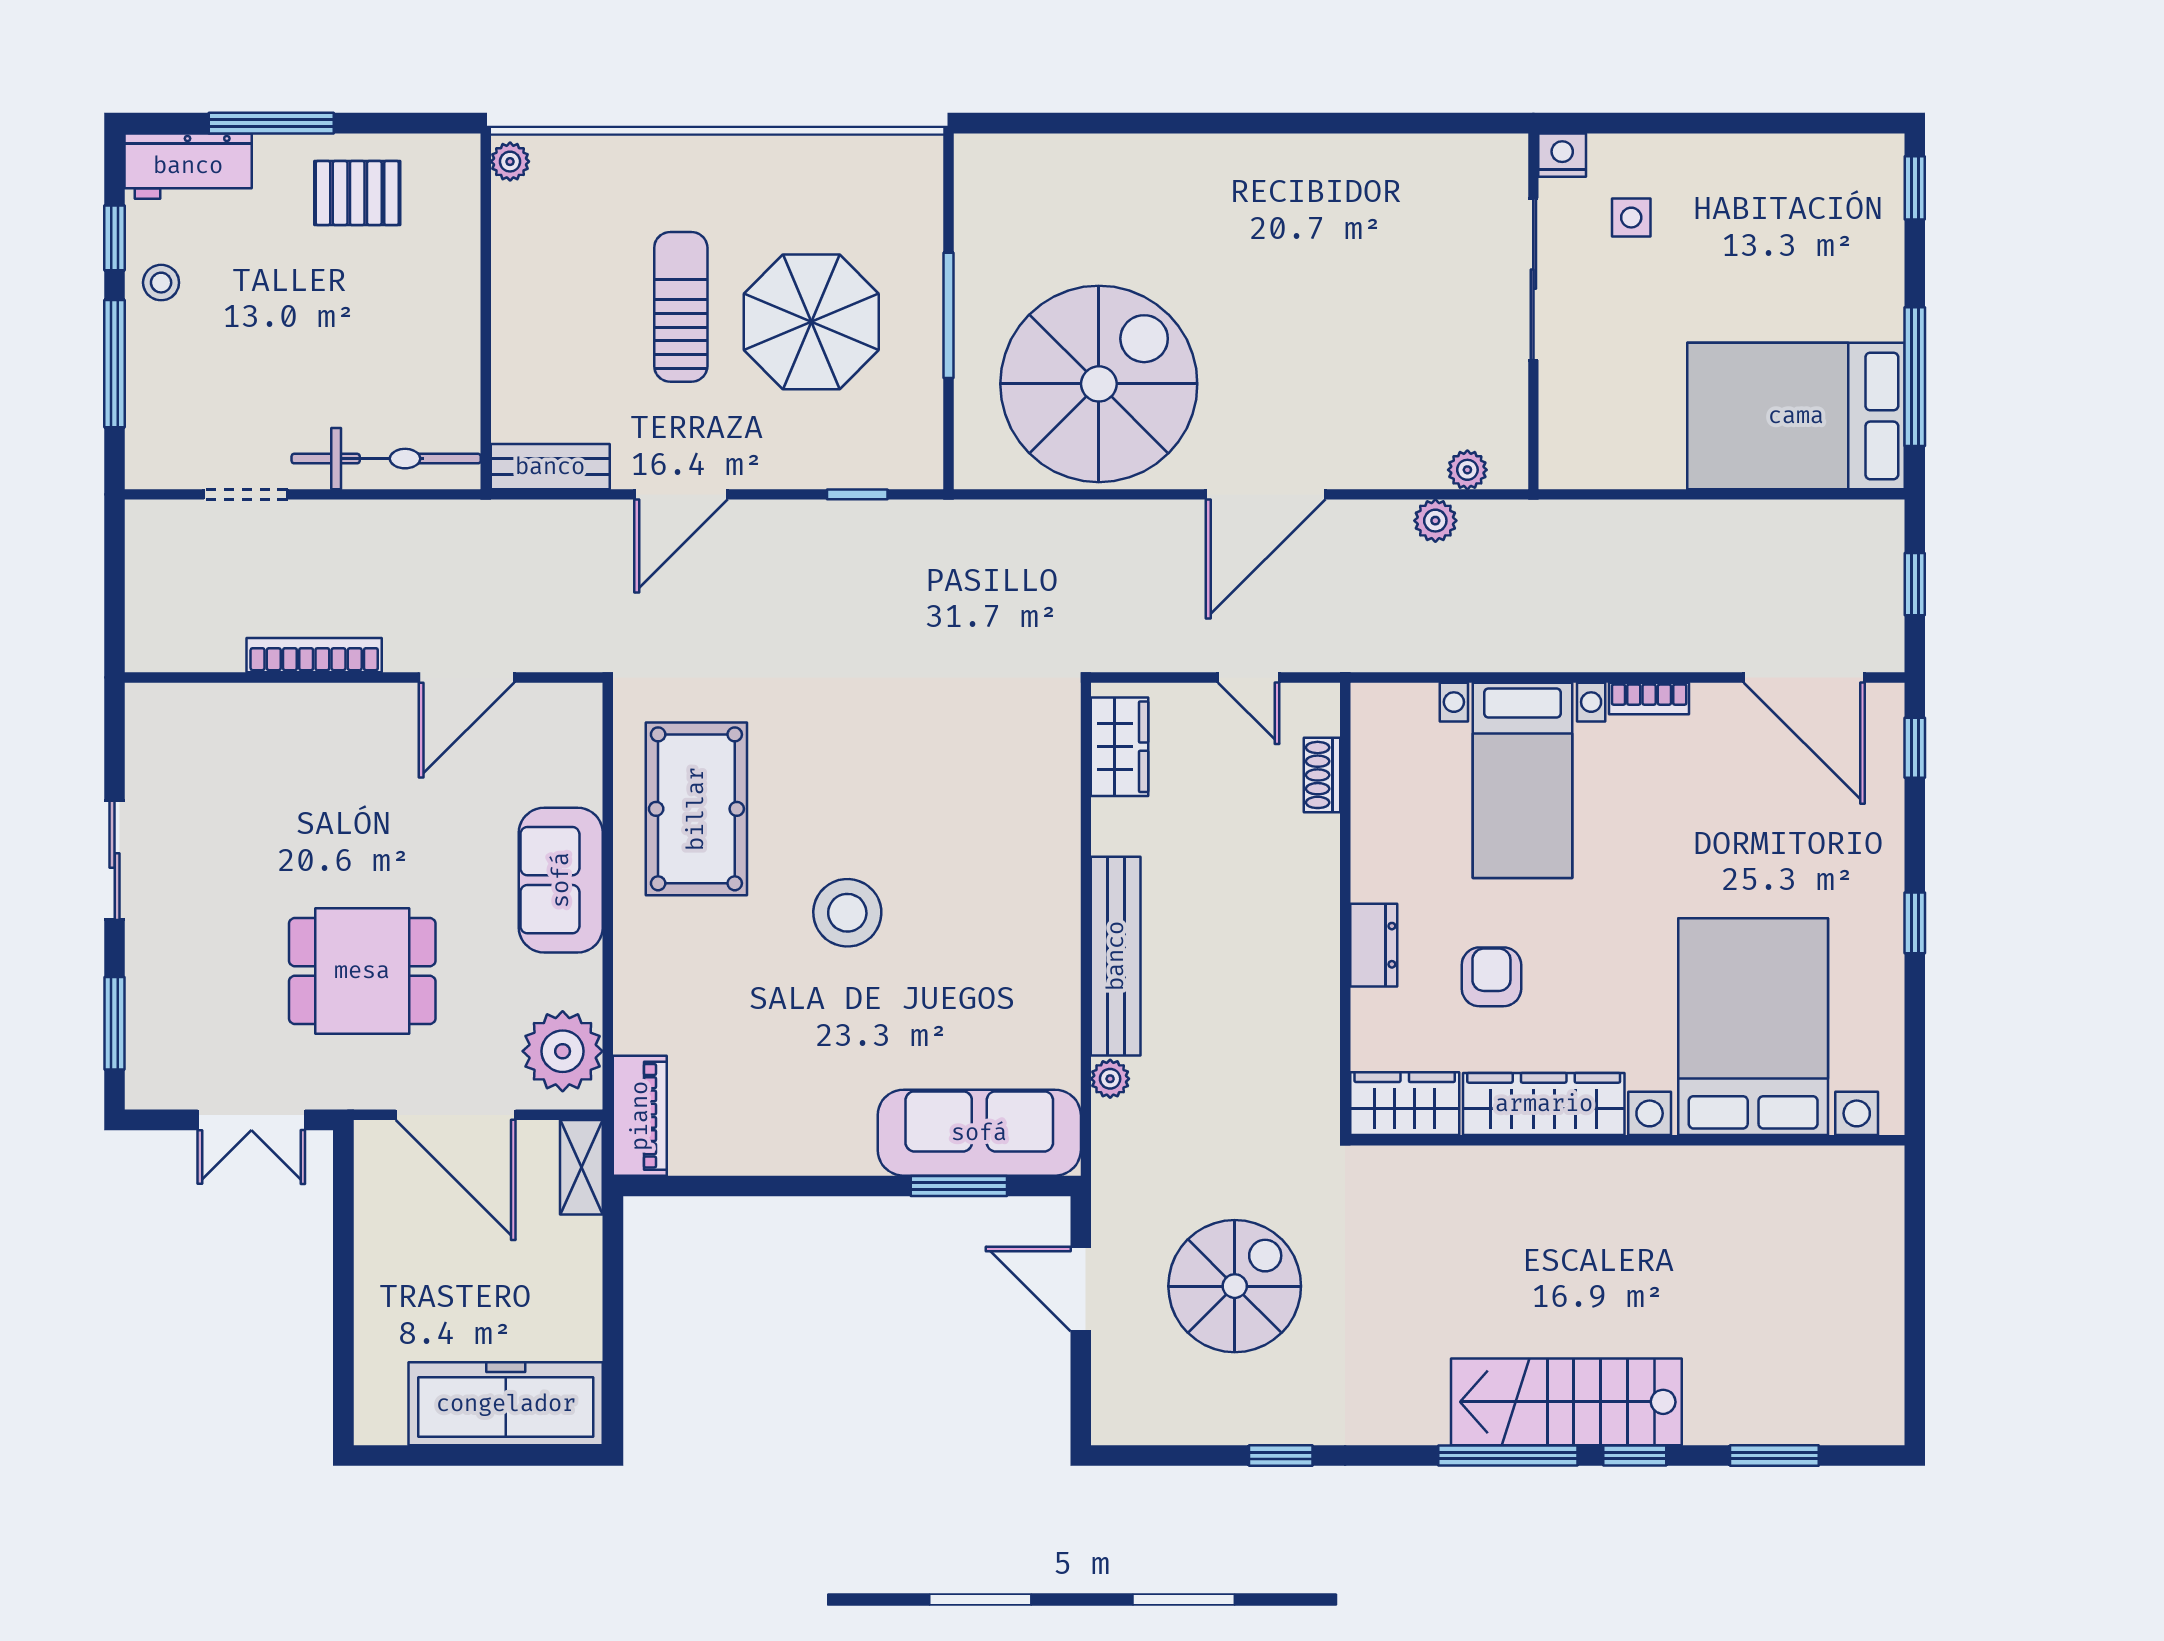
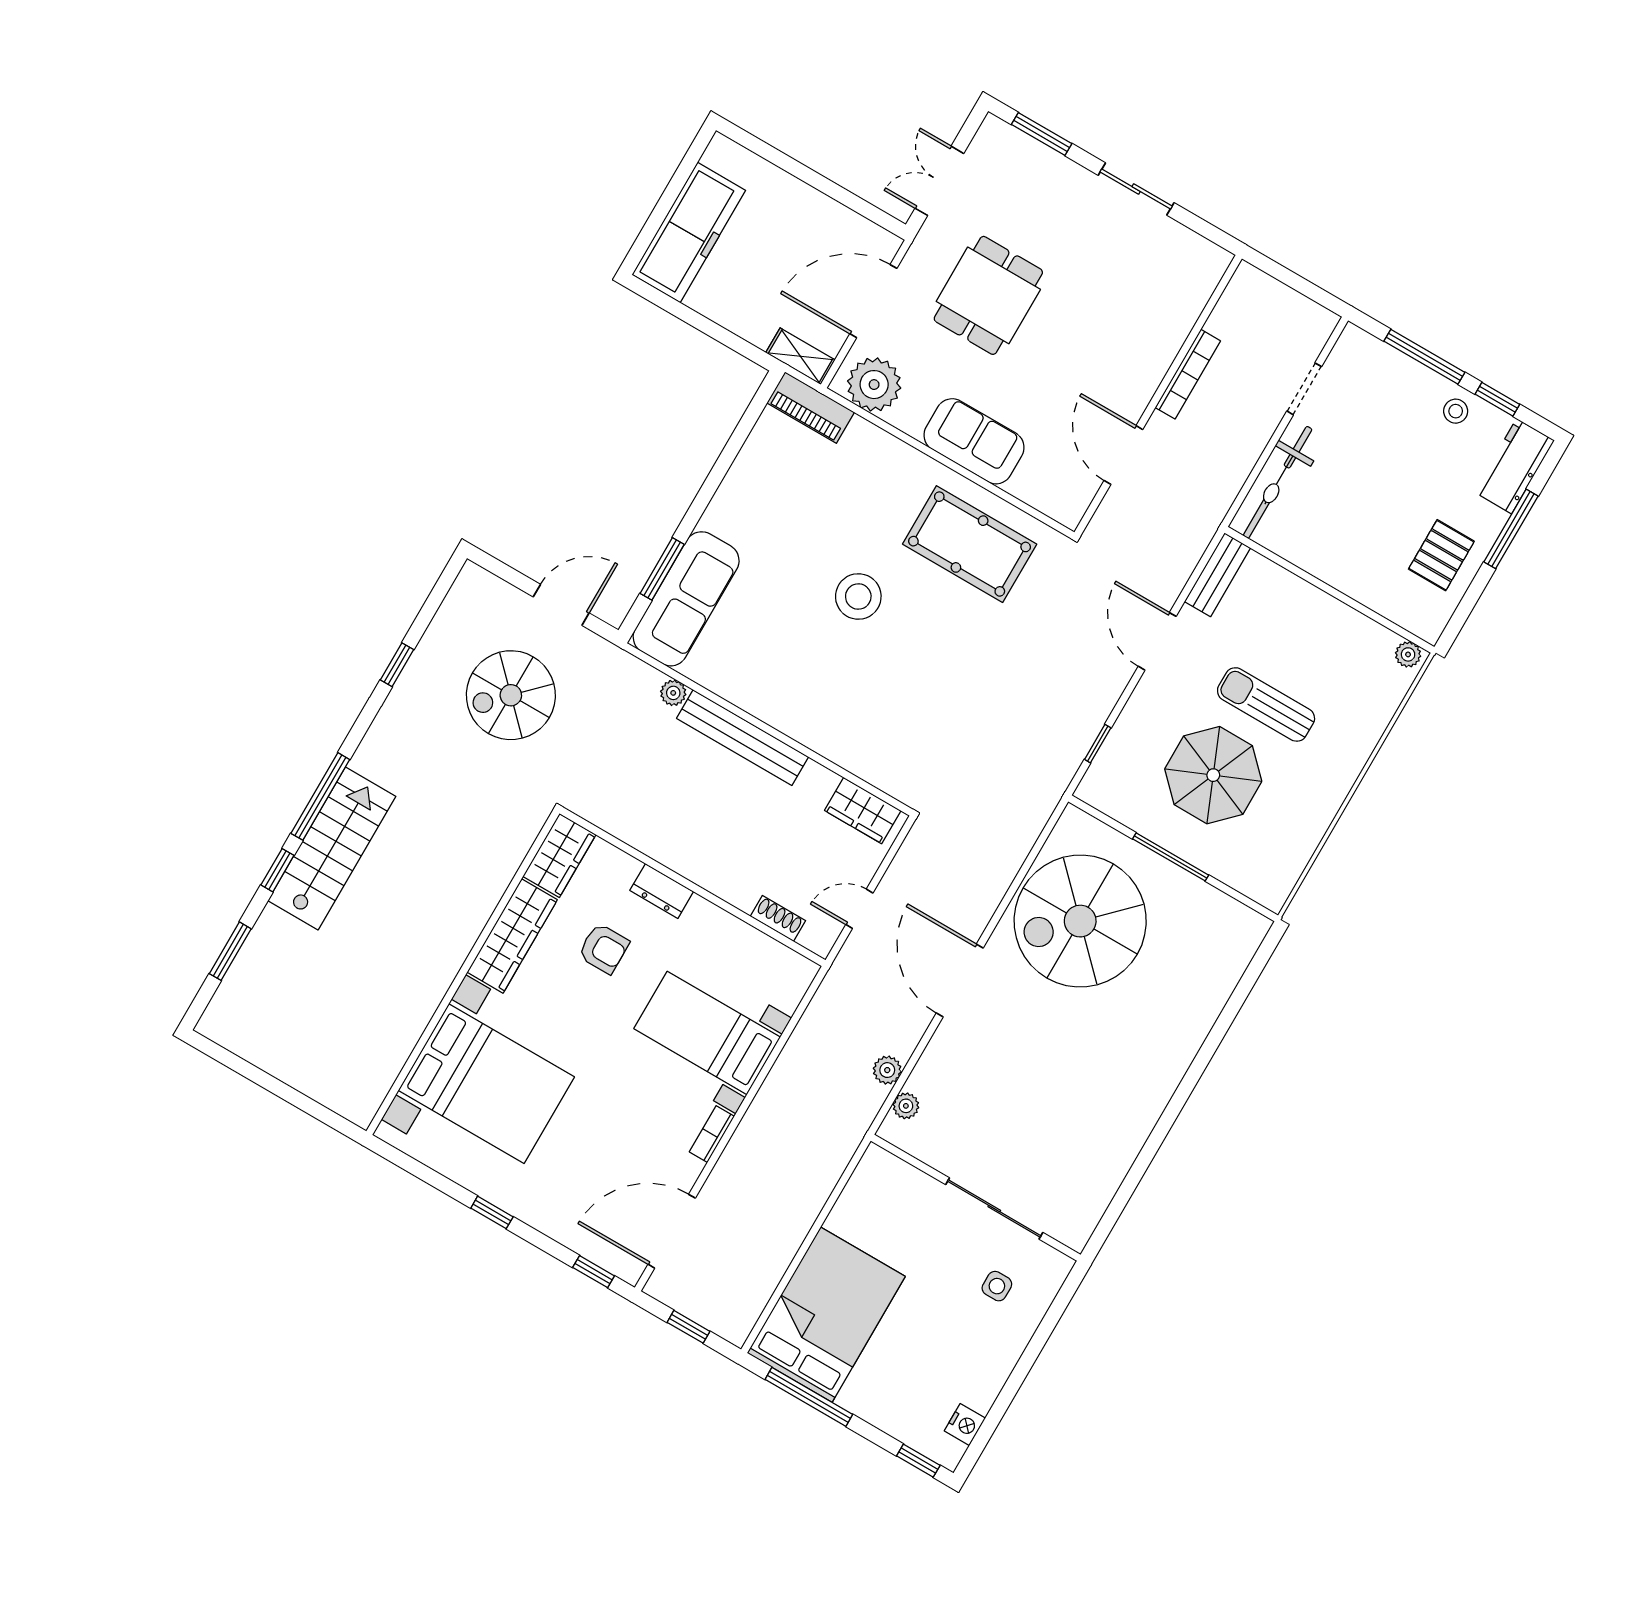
nightstand: (1562, 155) -> (965, 1425), moved
sun lounger: (681, 307) -> (1266, 704), turned 180
spiral stairs: (1099, 384) -> (1080, 921), turned 90
spiral stairs: (1235, 1286) -> (511, 695), turned 90

